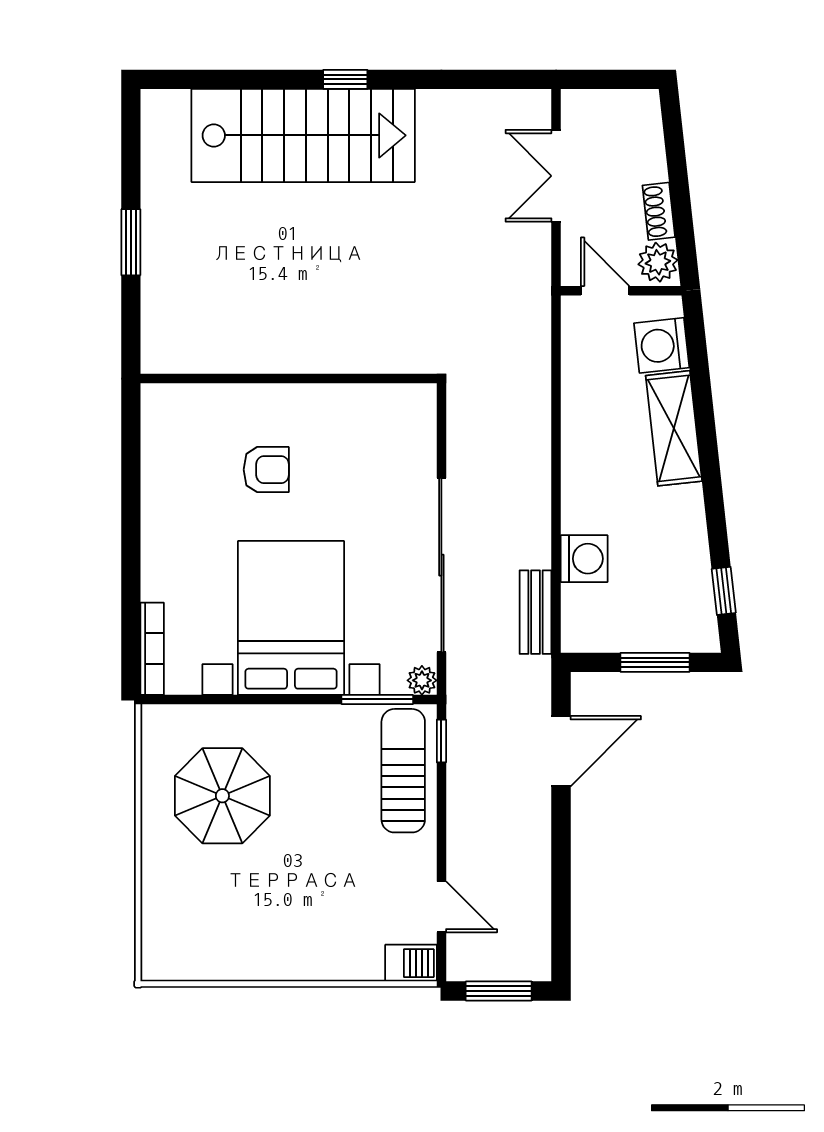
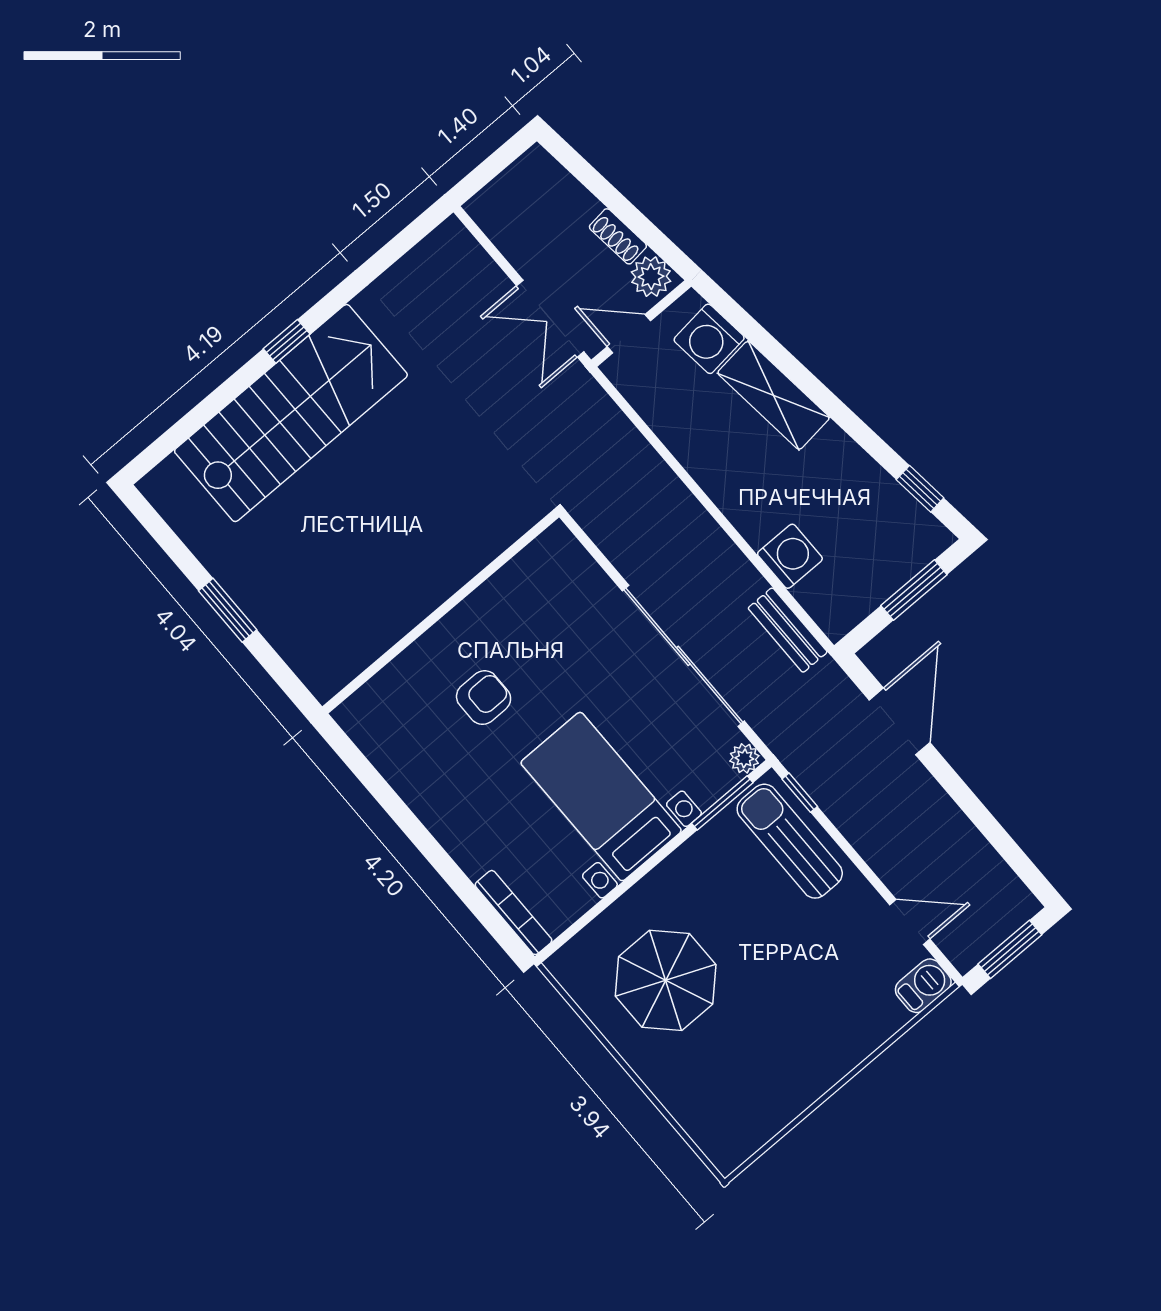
double door: (556, 176) -> (550, 319), moved
bed with nightstands: (291, 618) -> (601, 797), width x0.73

